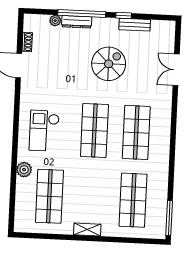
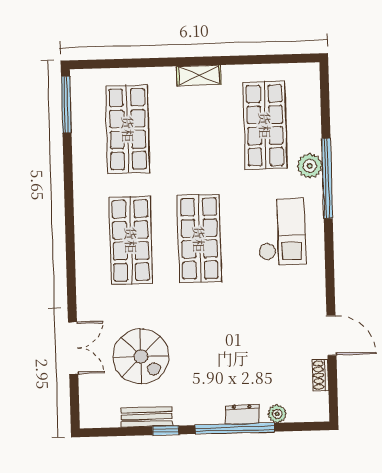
dresser: (77, 22) -> (242, 414), width x0.70
spiral stairs: (109, 64) -> (141, 356), moved, turned -90
window: (14, 161) -> (327, 178), added

